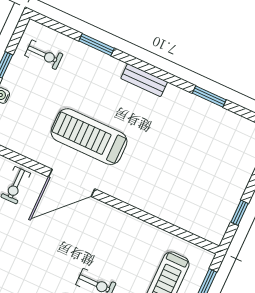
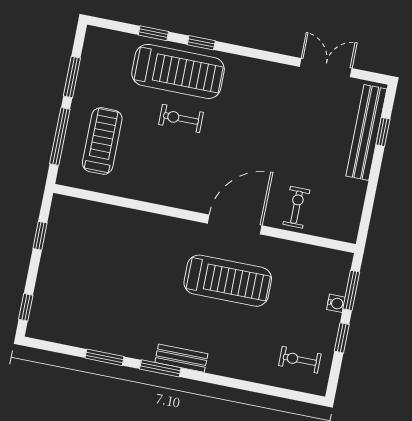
window: (97, 45) -> (160, 368), moved

